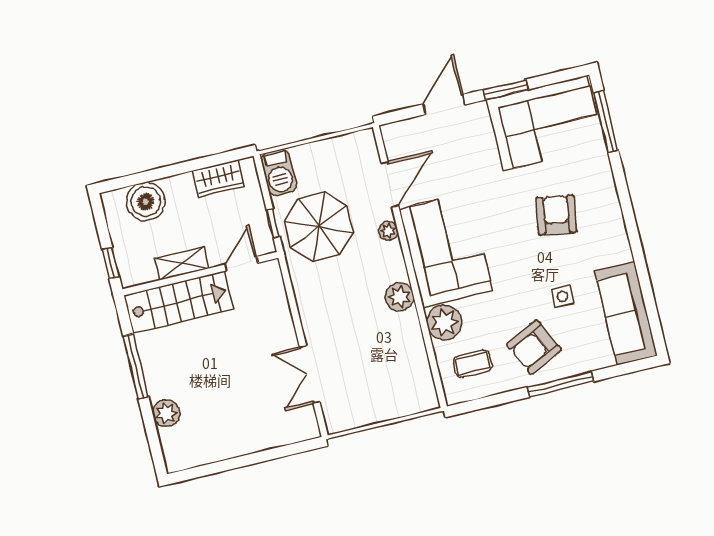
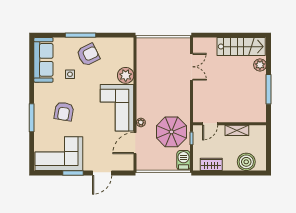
window: (606, 122) -> (32, 118), moved
window: (111, 263) -> (269, 138), removed
plant: (399, 297) -> (143, 92), removed
stairs: (179, 302) -> (241, 47), moved, turned 180
coffee table: (473, 364) -> (117, 54), removed

